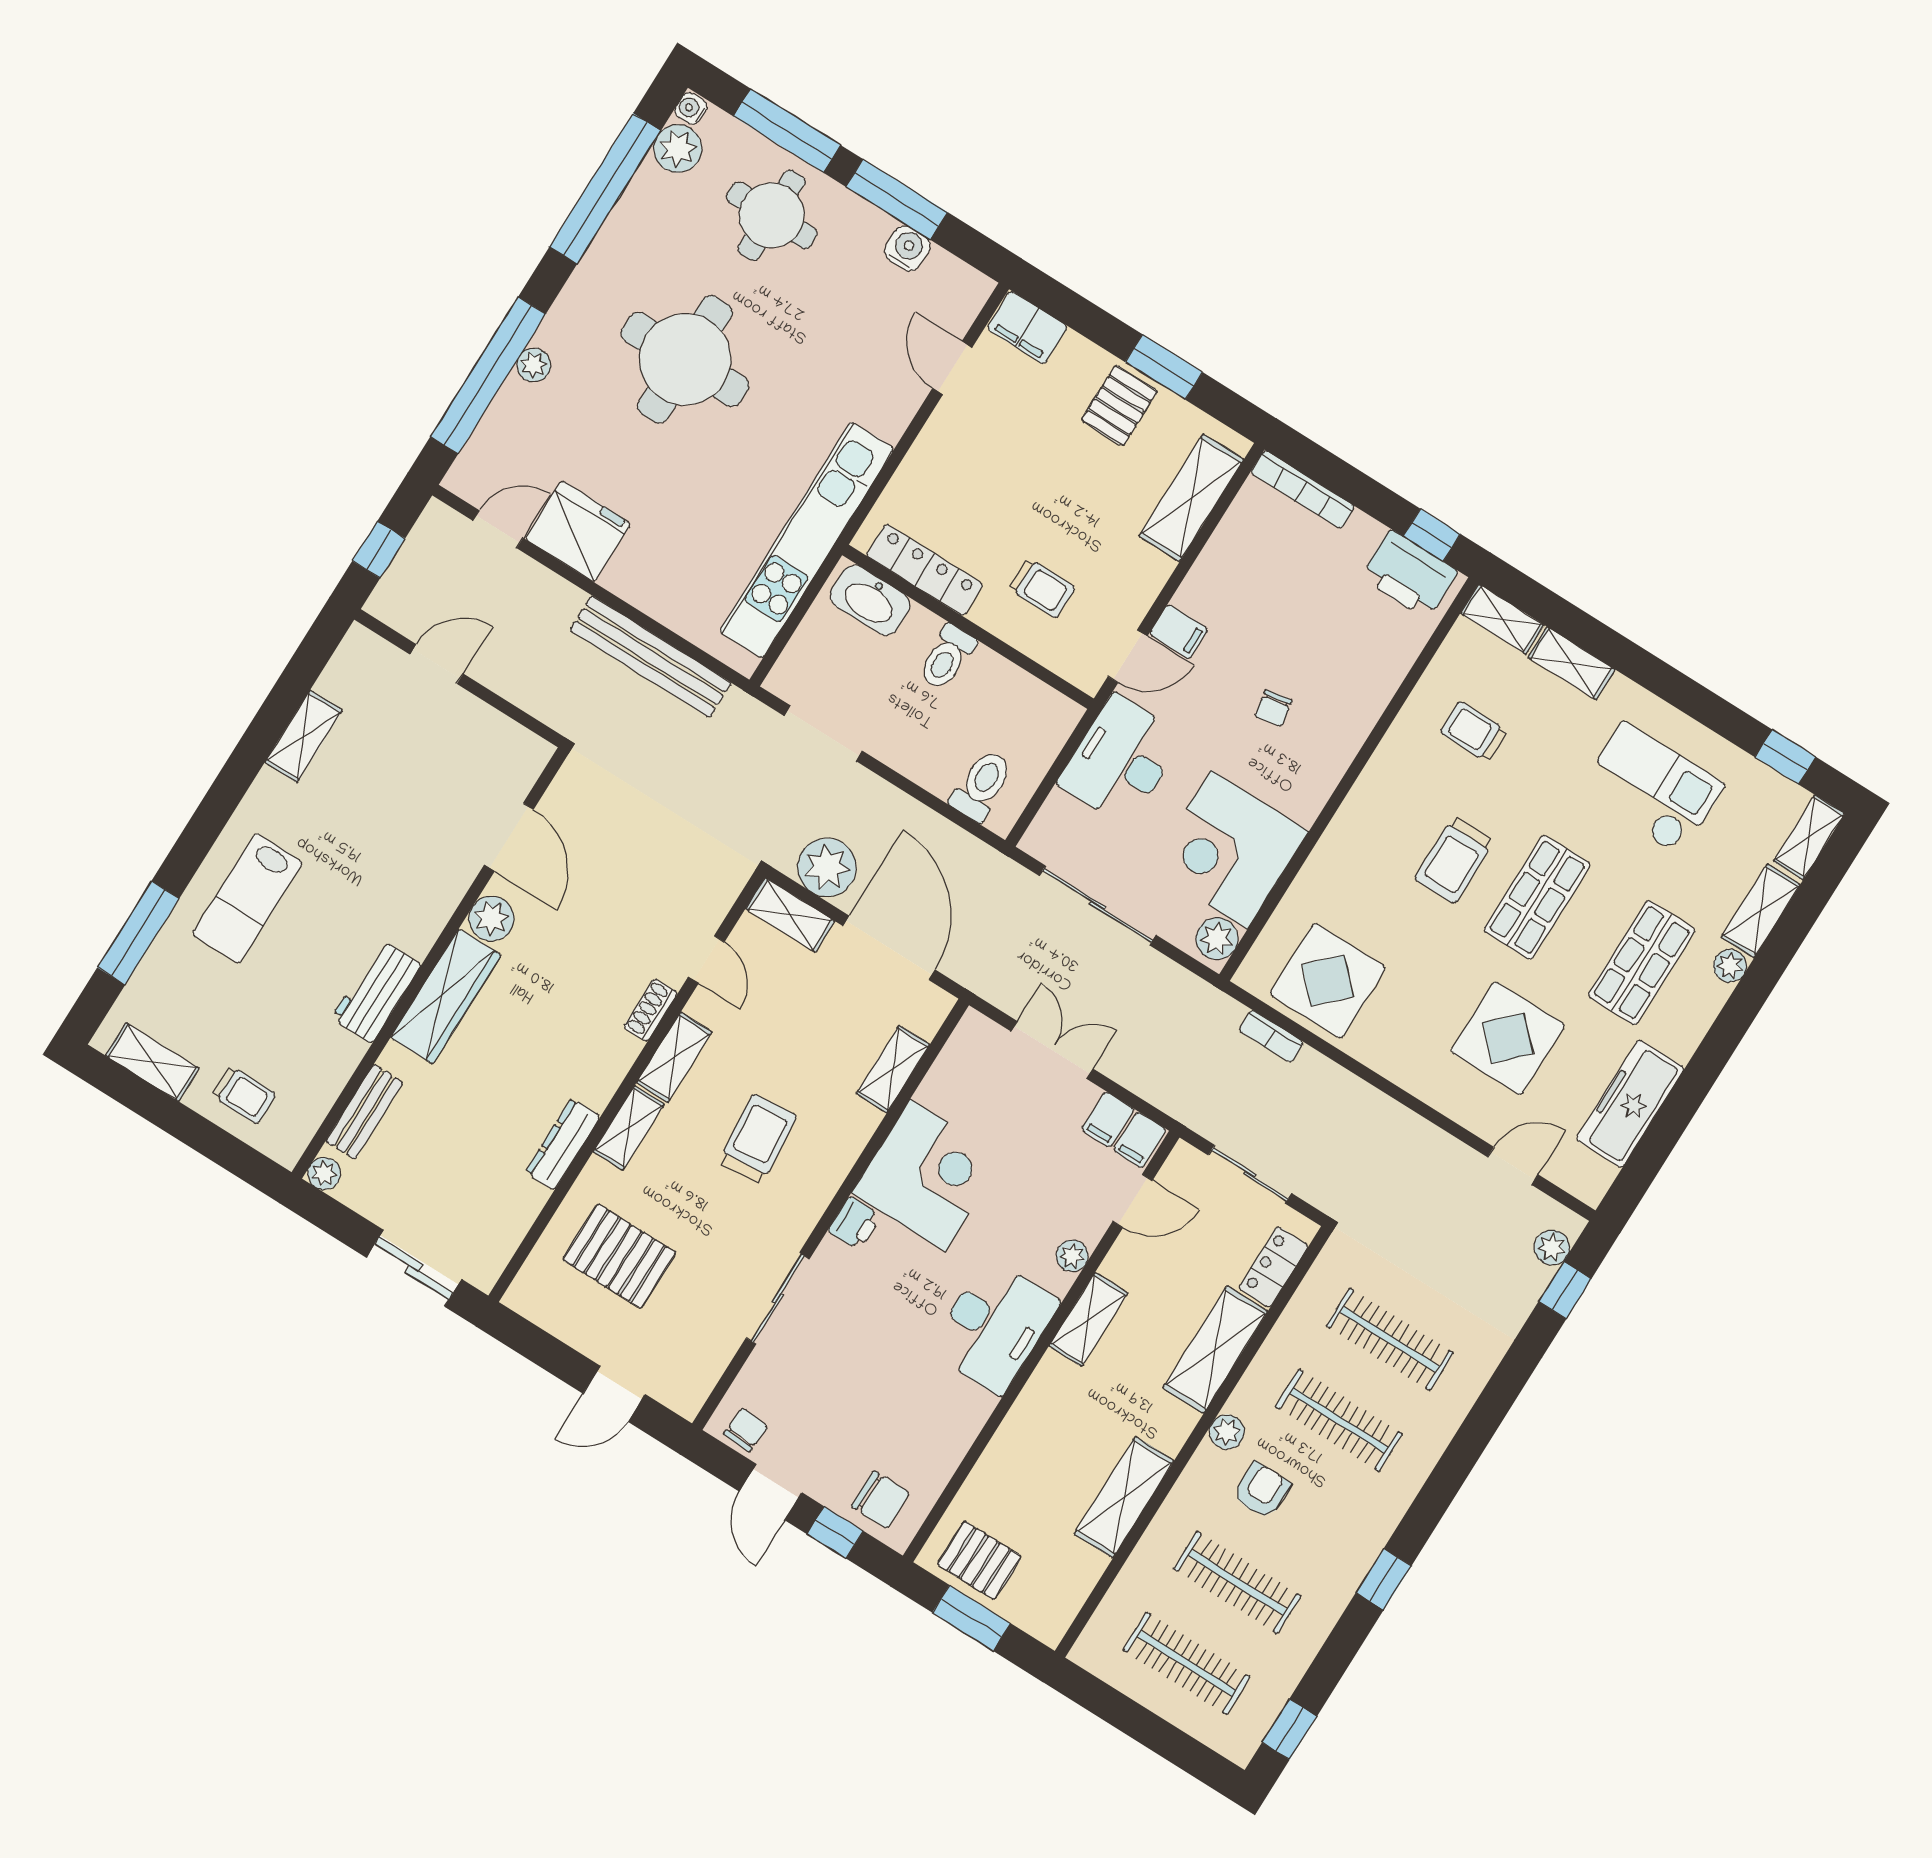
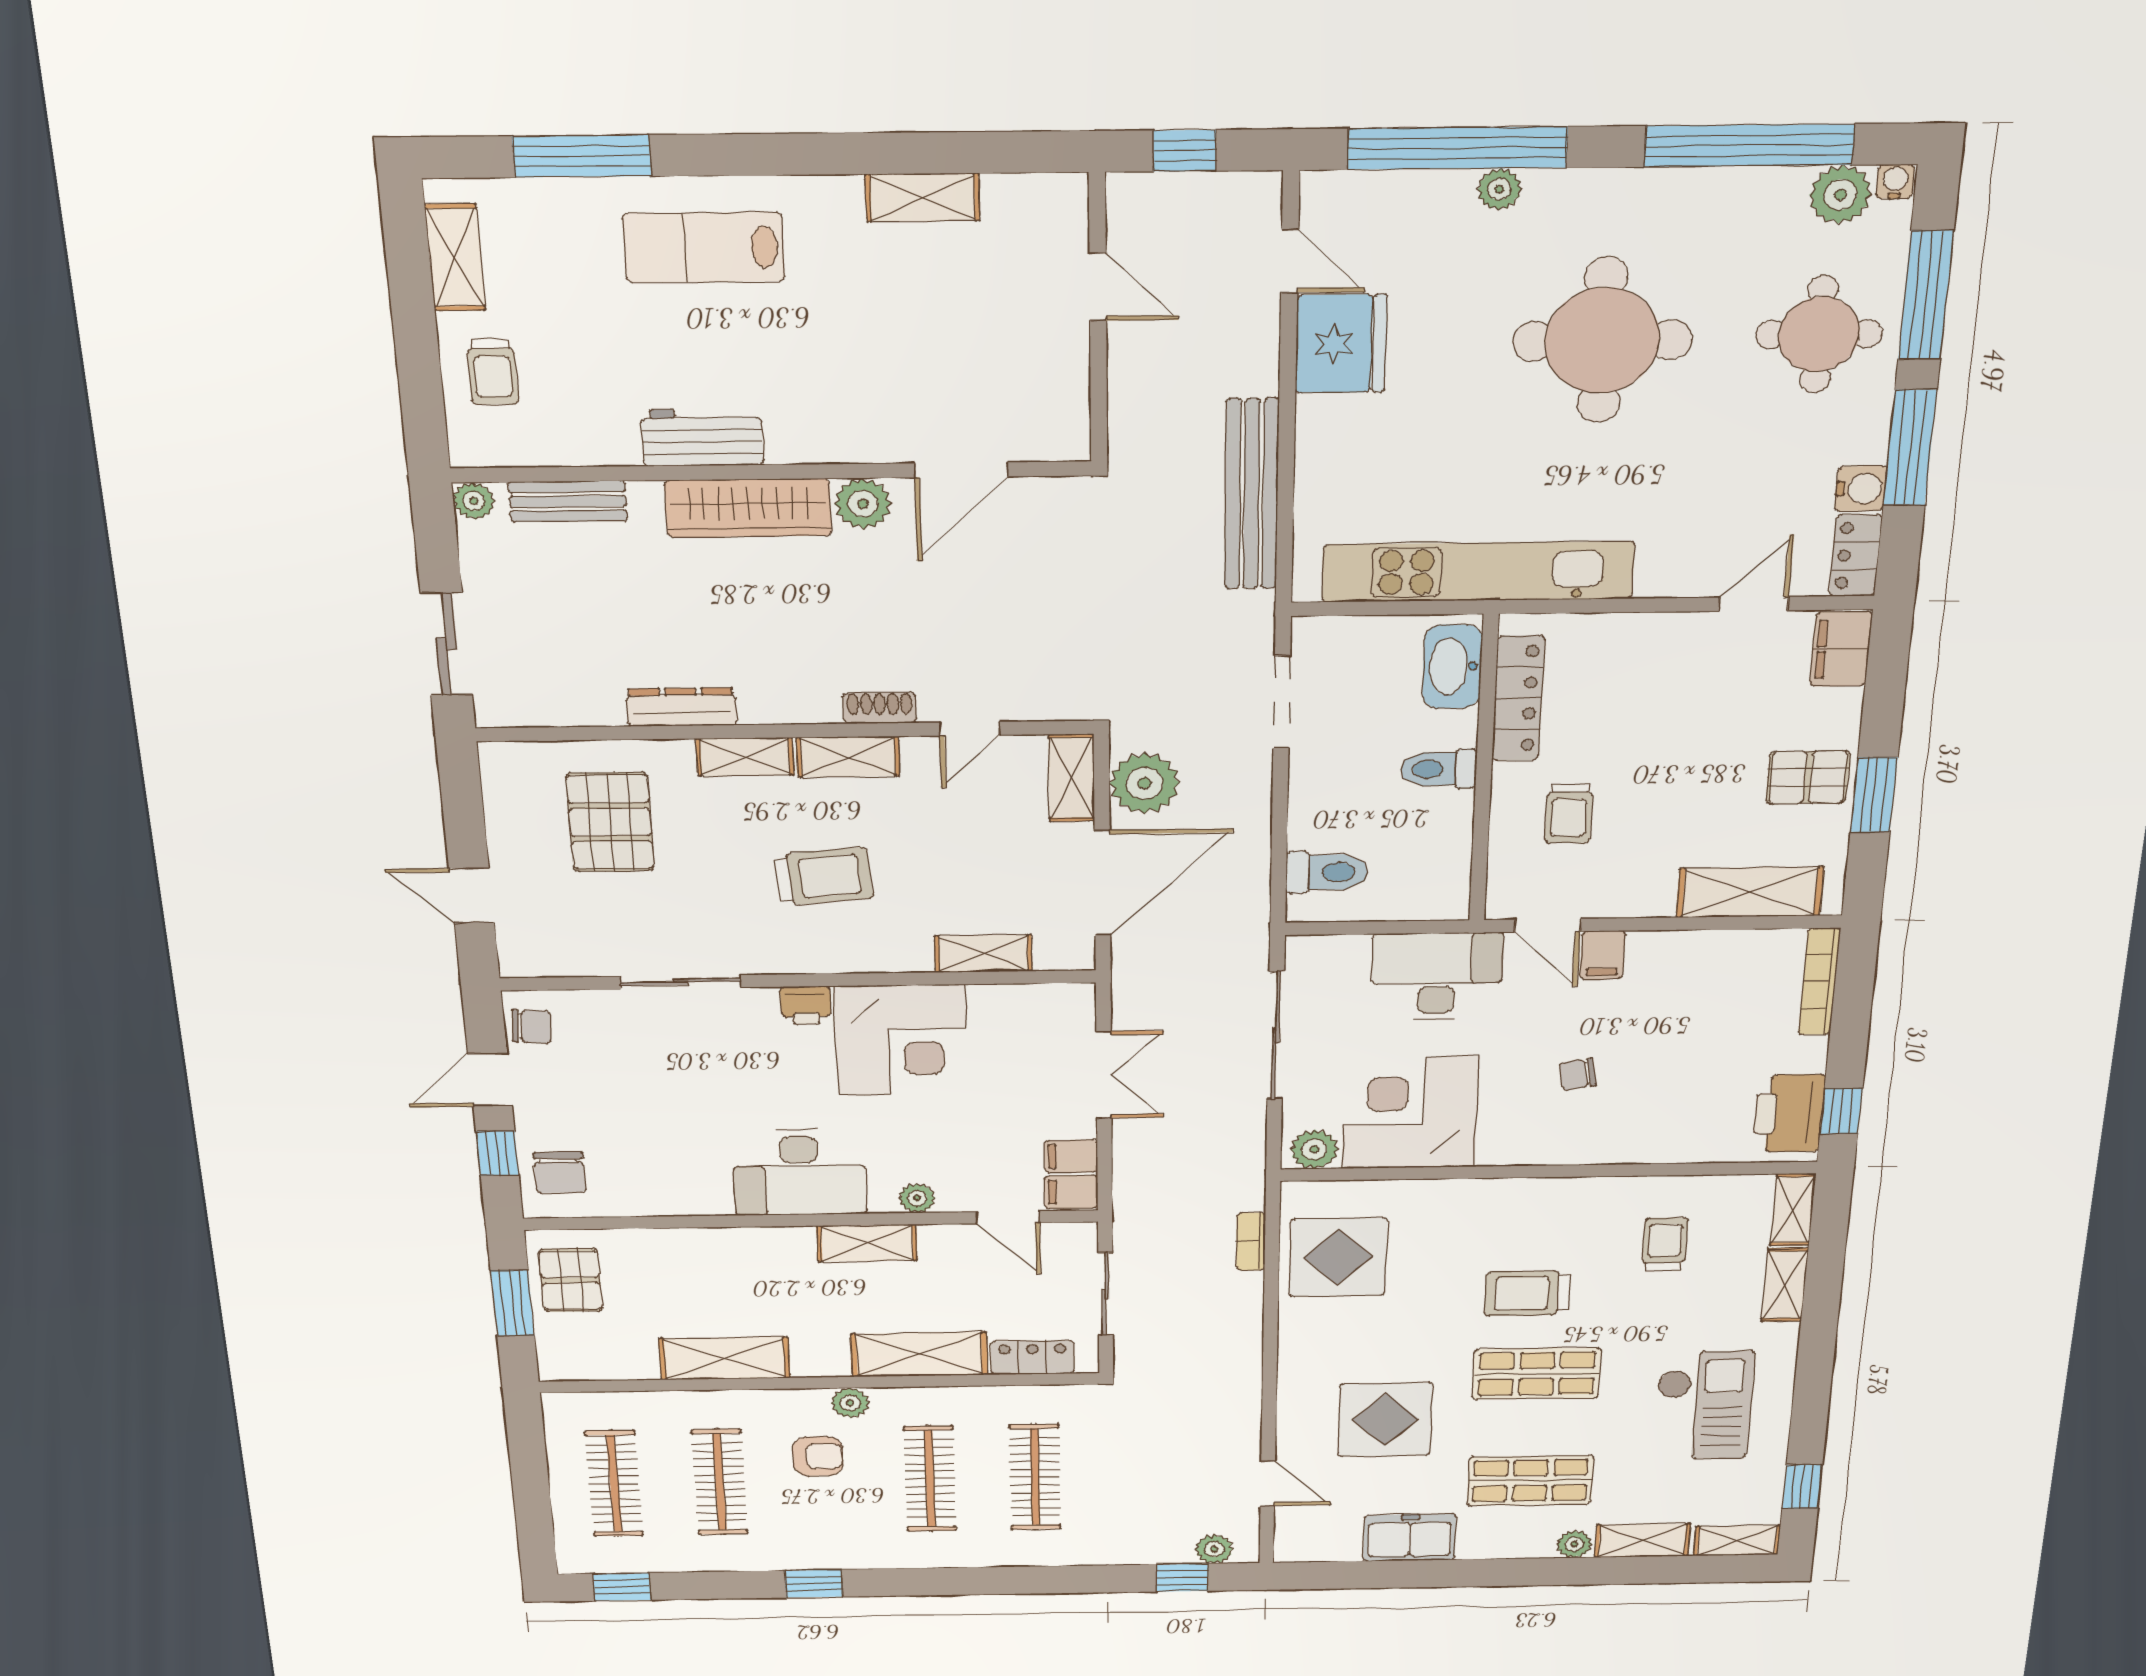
locker: (958, 279) -> (1856, 555), added
freezer: (1630, 1104) -> (1410, 1538), width x0.71

